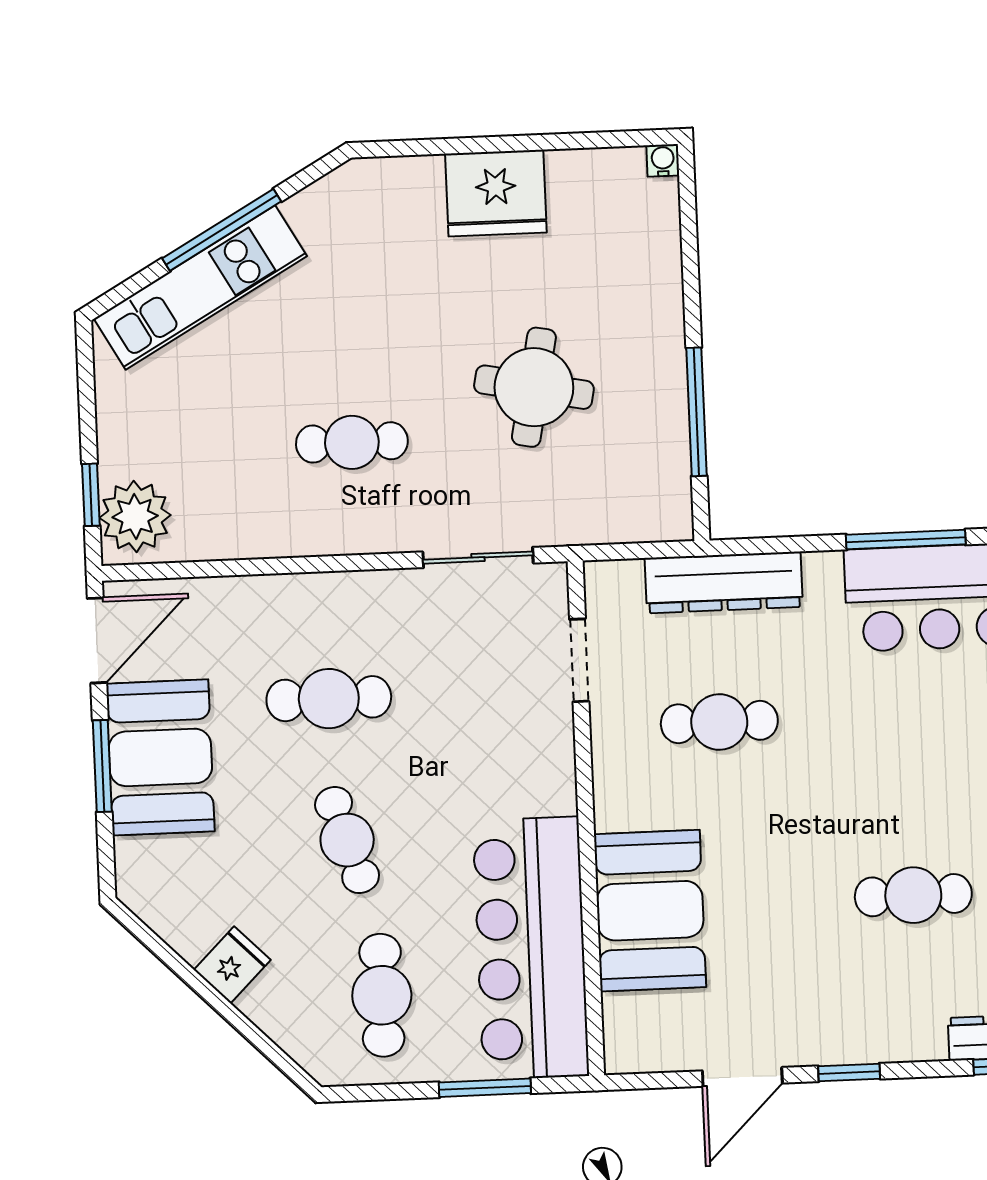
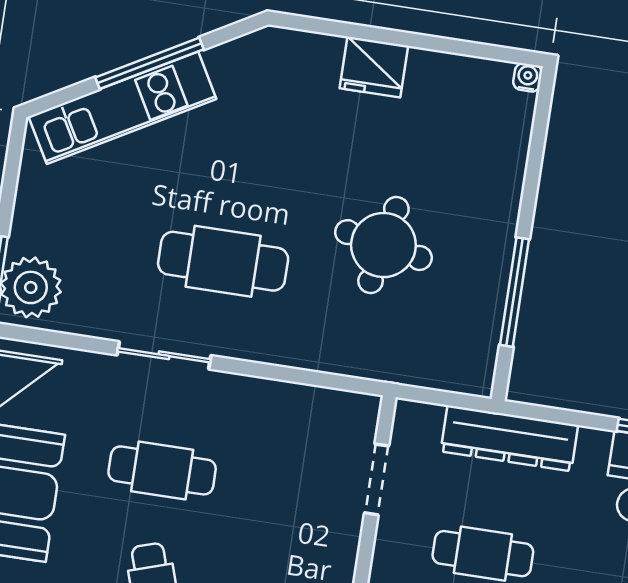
fridge: (496, 193) -> (374, 67), width x0.73, depth x0.75
cafe table: (352, 442) -> (223, 261), width x1.37, depth x1.35
sliding door: (478, 558) -> (164, 355), moved

